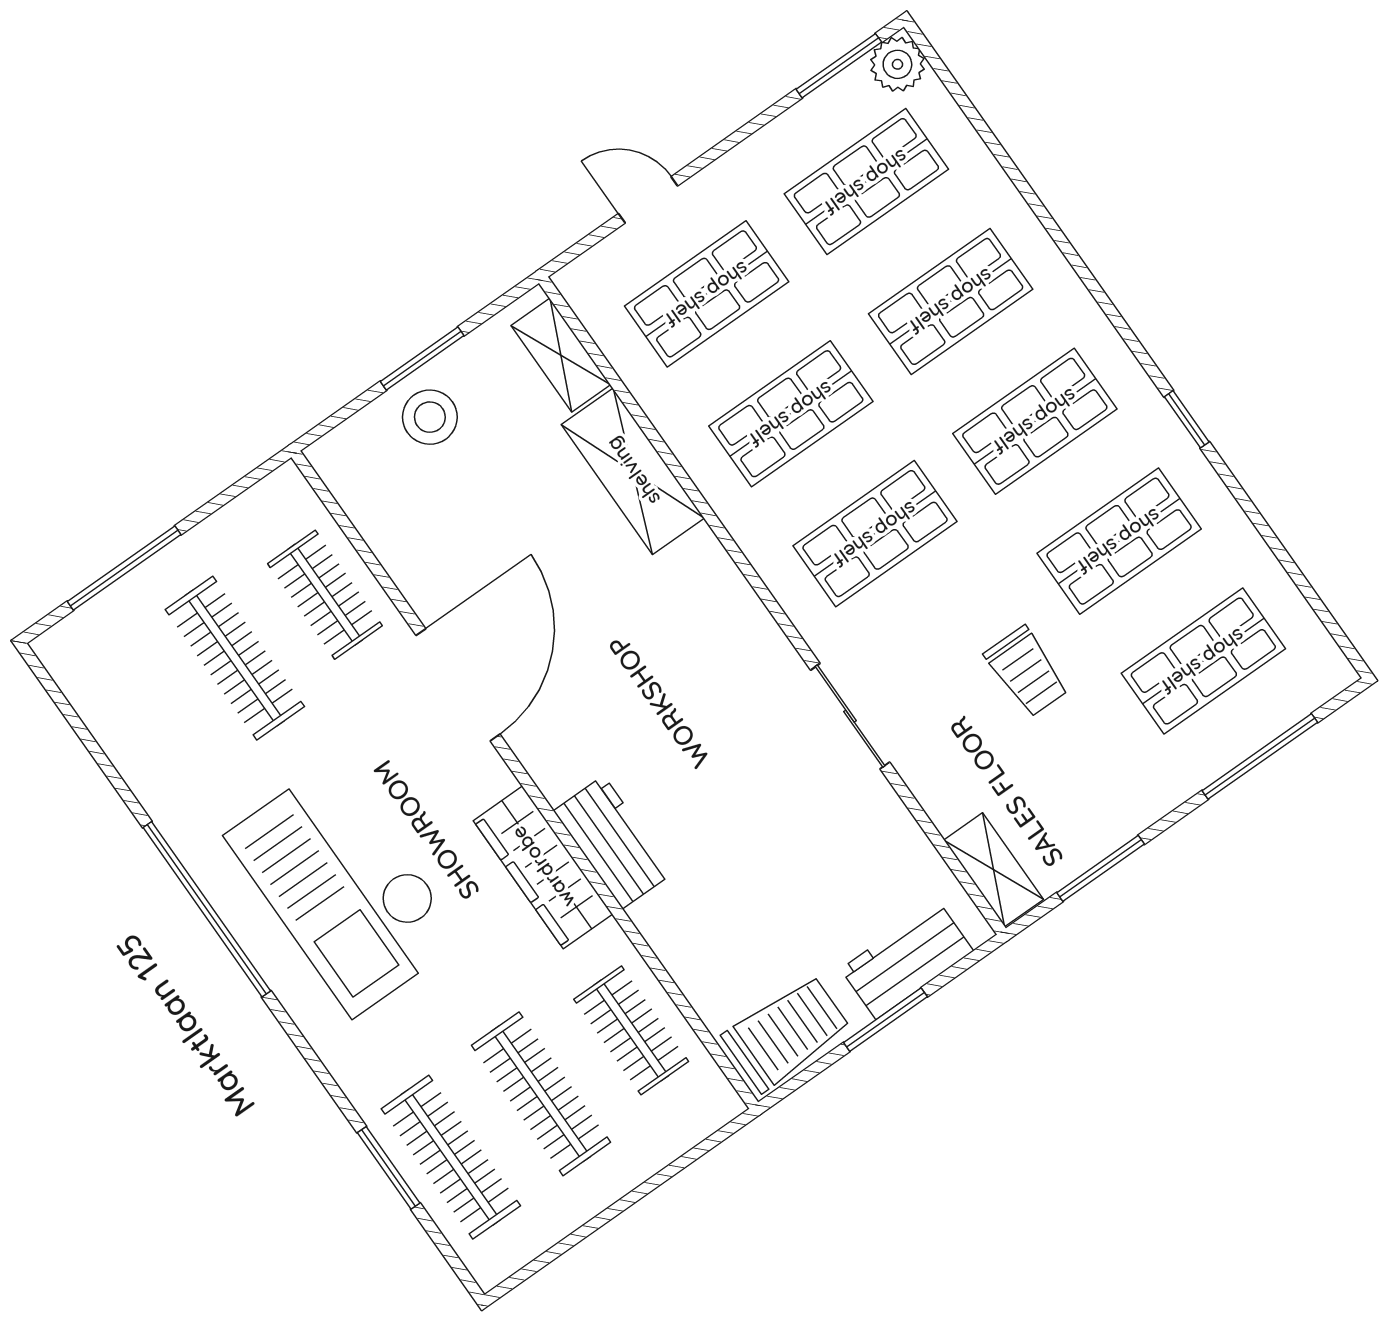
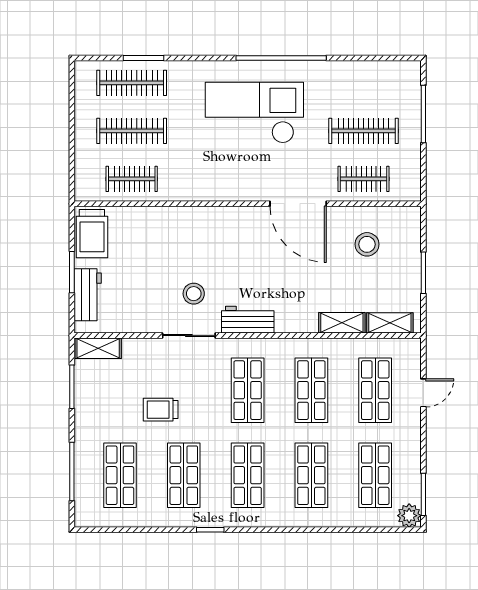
stool: (430, 417) -> (367, 244), moved
shelving: (633, 471) -> (342, 323), width x0.67, depth x0.75
stool: (765, 762) -> (194, 294), added
workbench: (613, 842) -> (248, 320), moved, turned 180
wardrobe: (543, 867) -> (212, 188), removed

